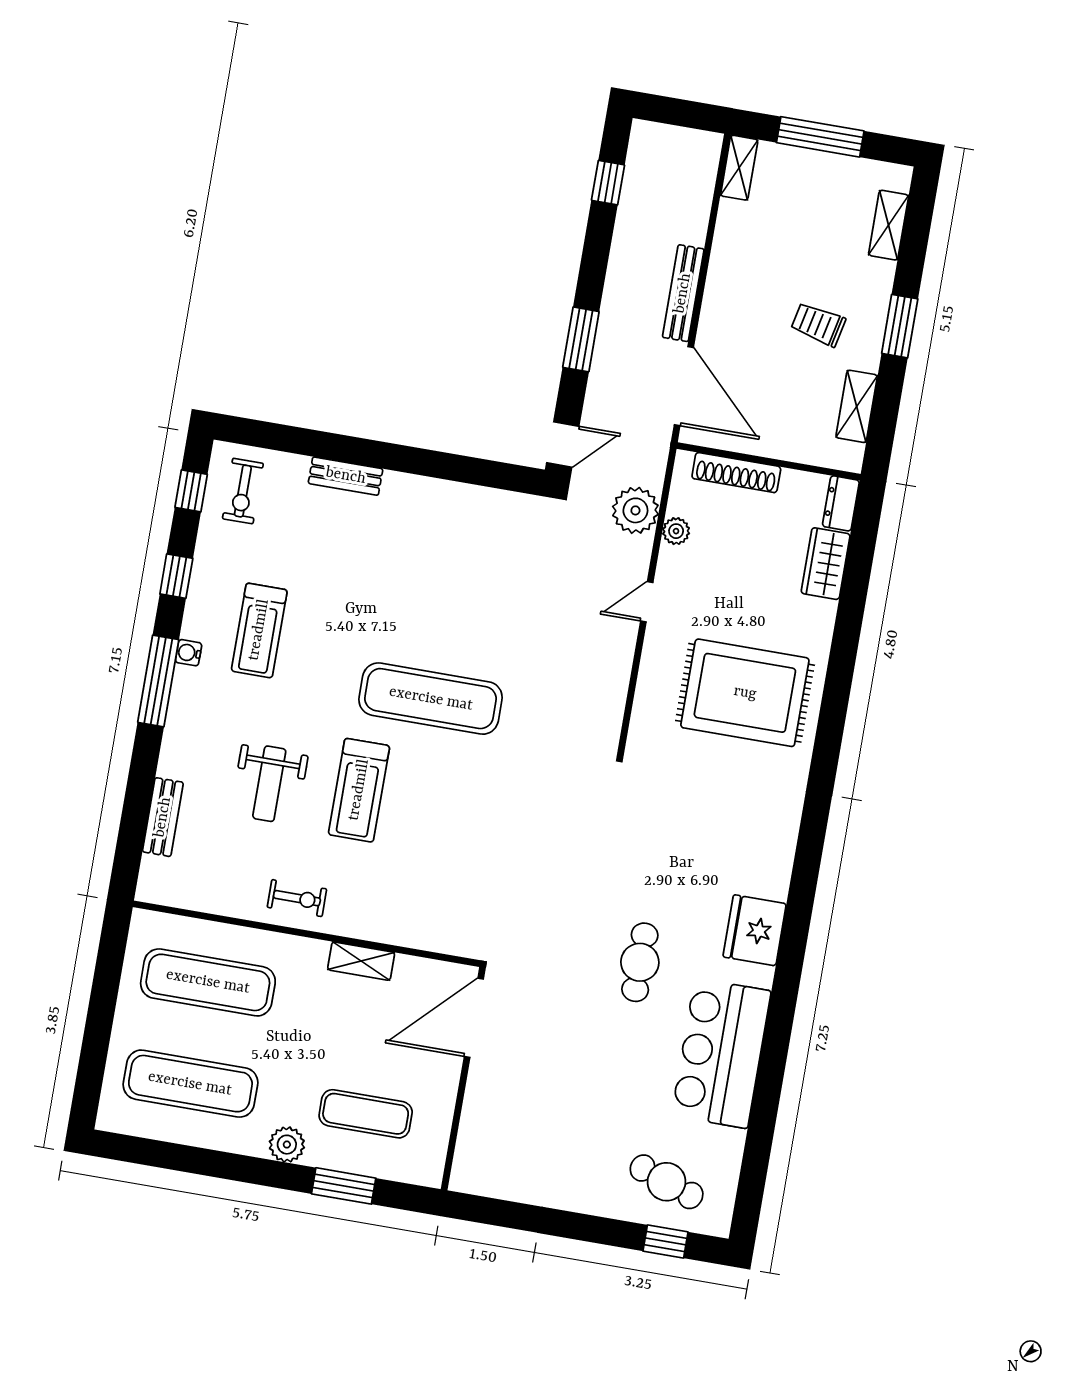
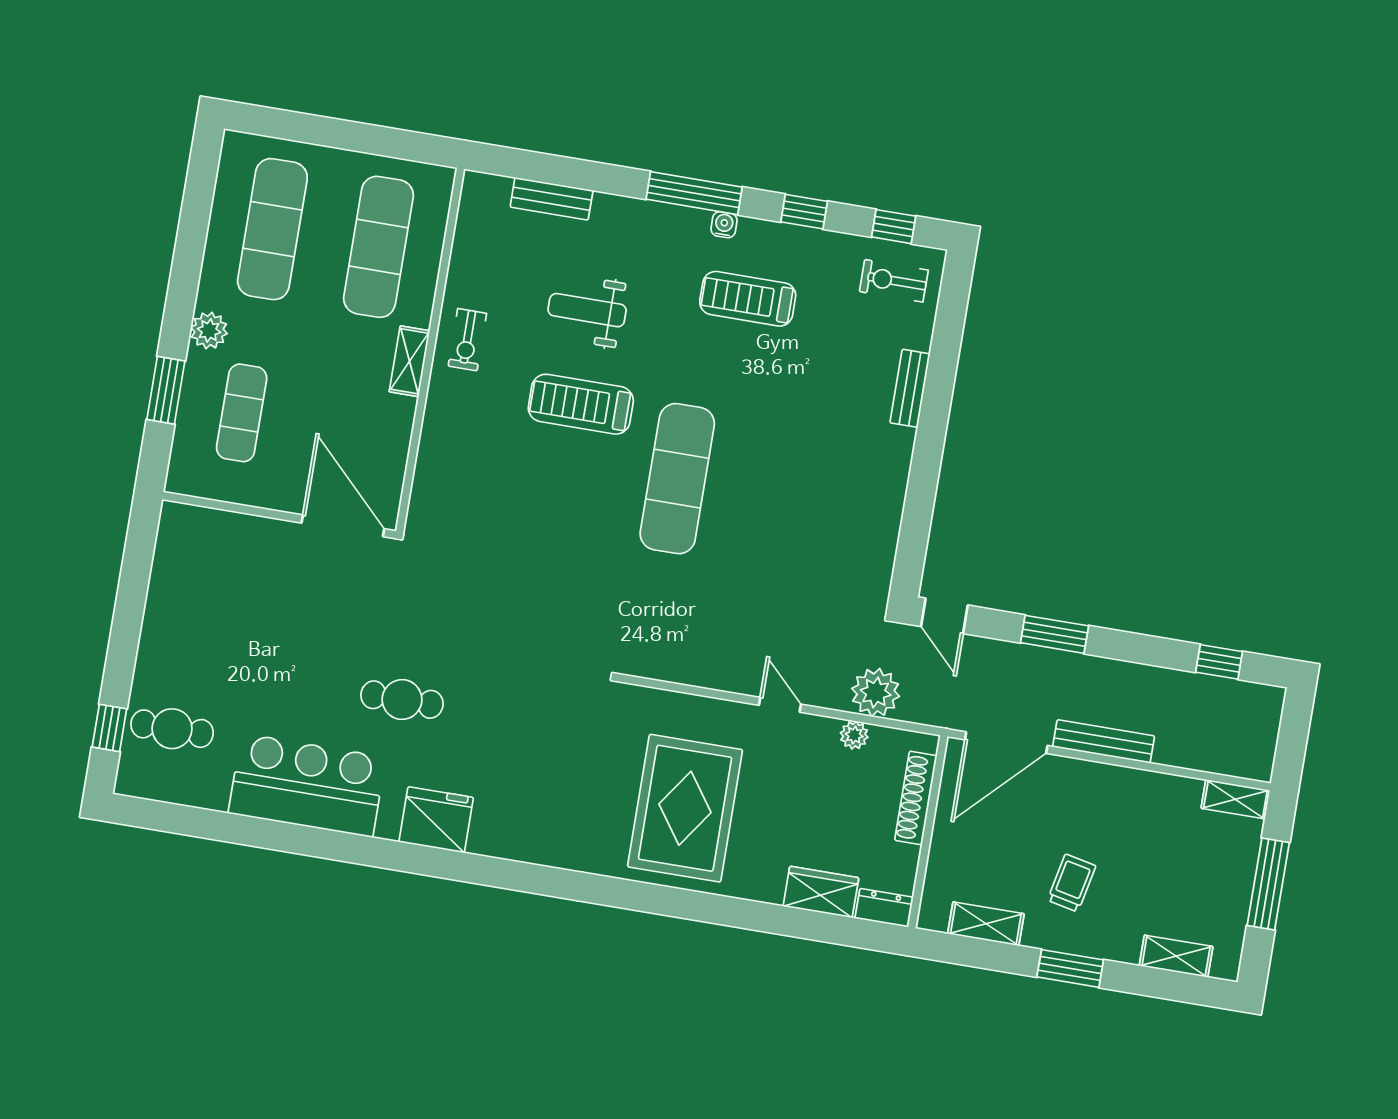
shelving: (361, 961) -> (409, 361), moved
cafe table: (667, 1182) -> (172, 729), turned 70

